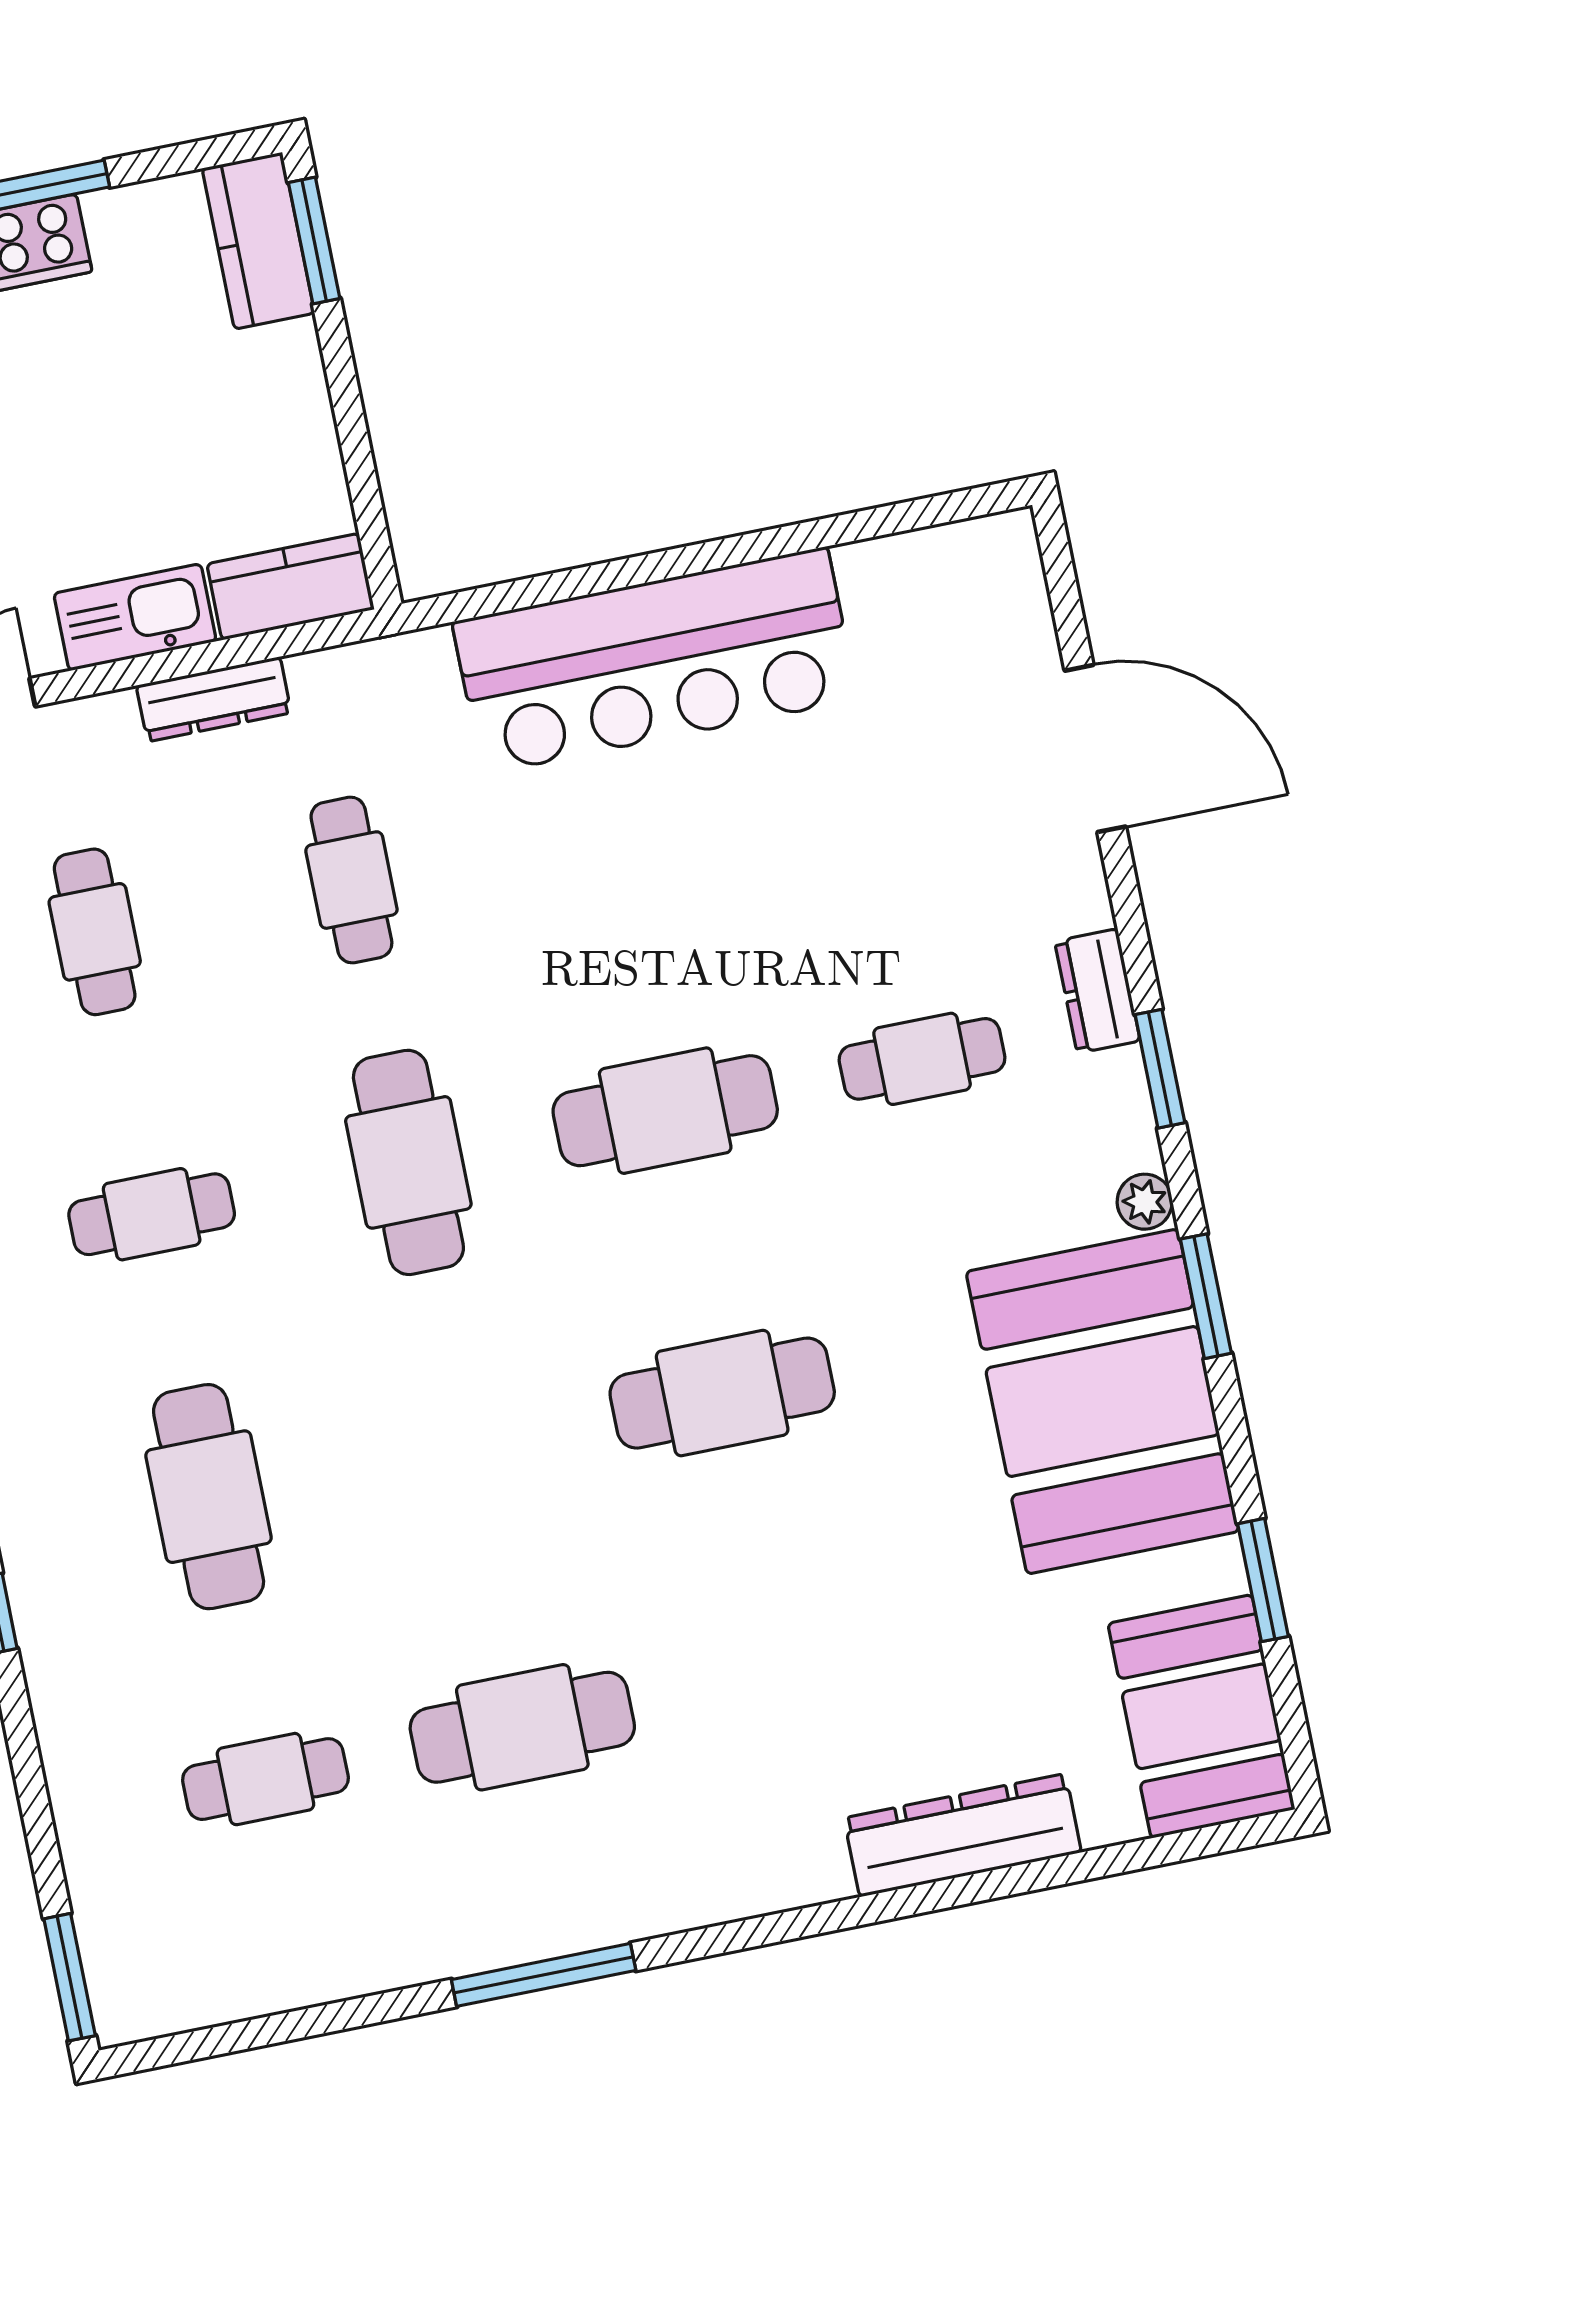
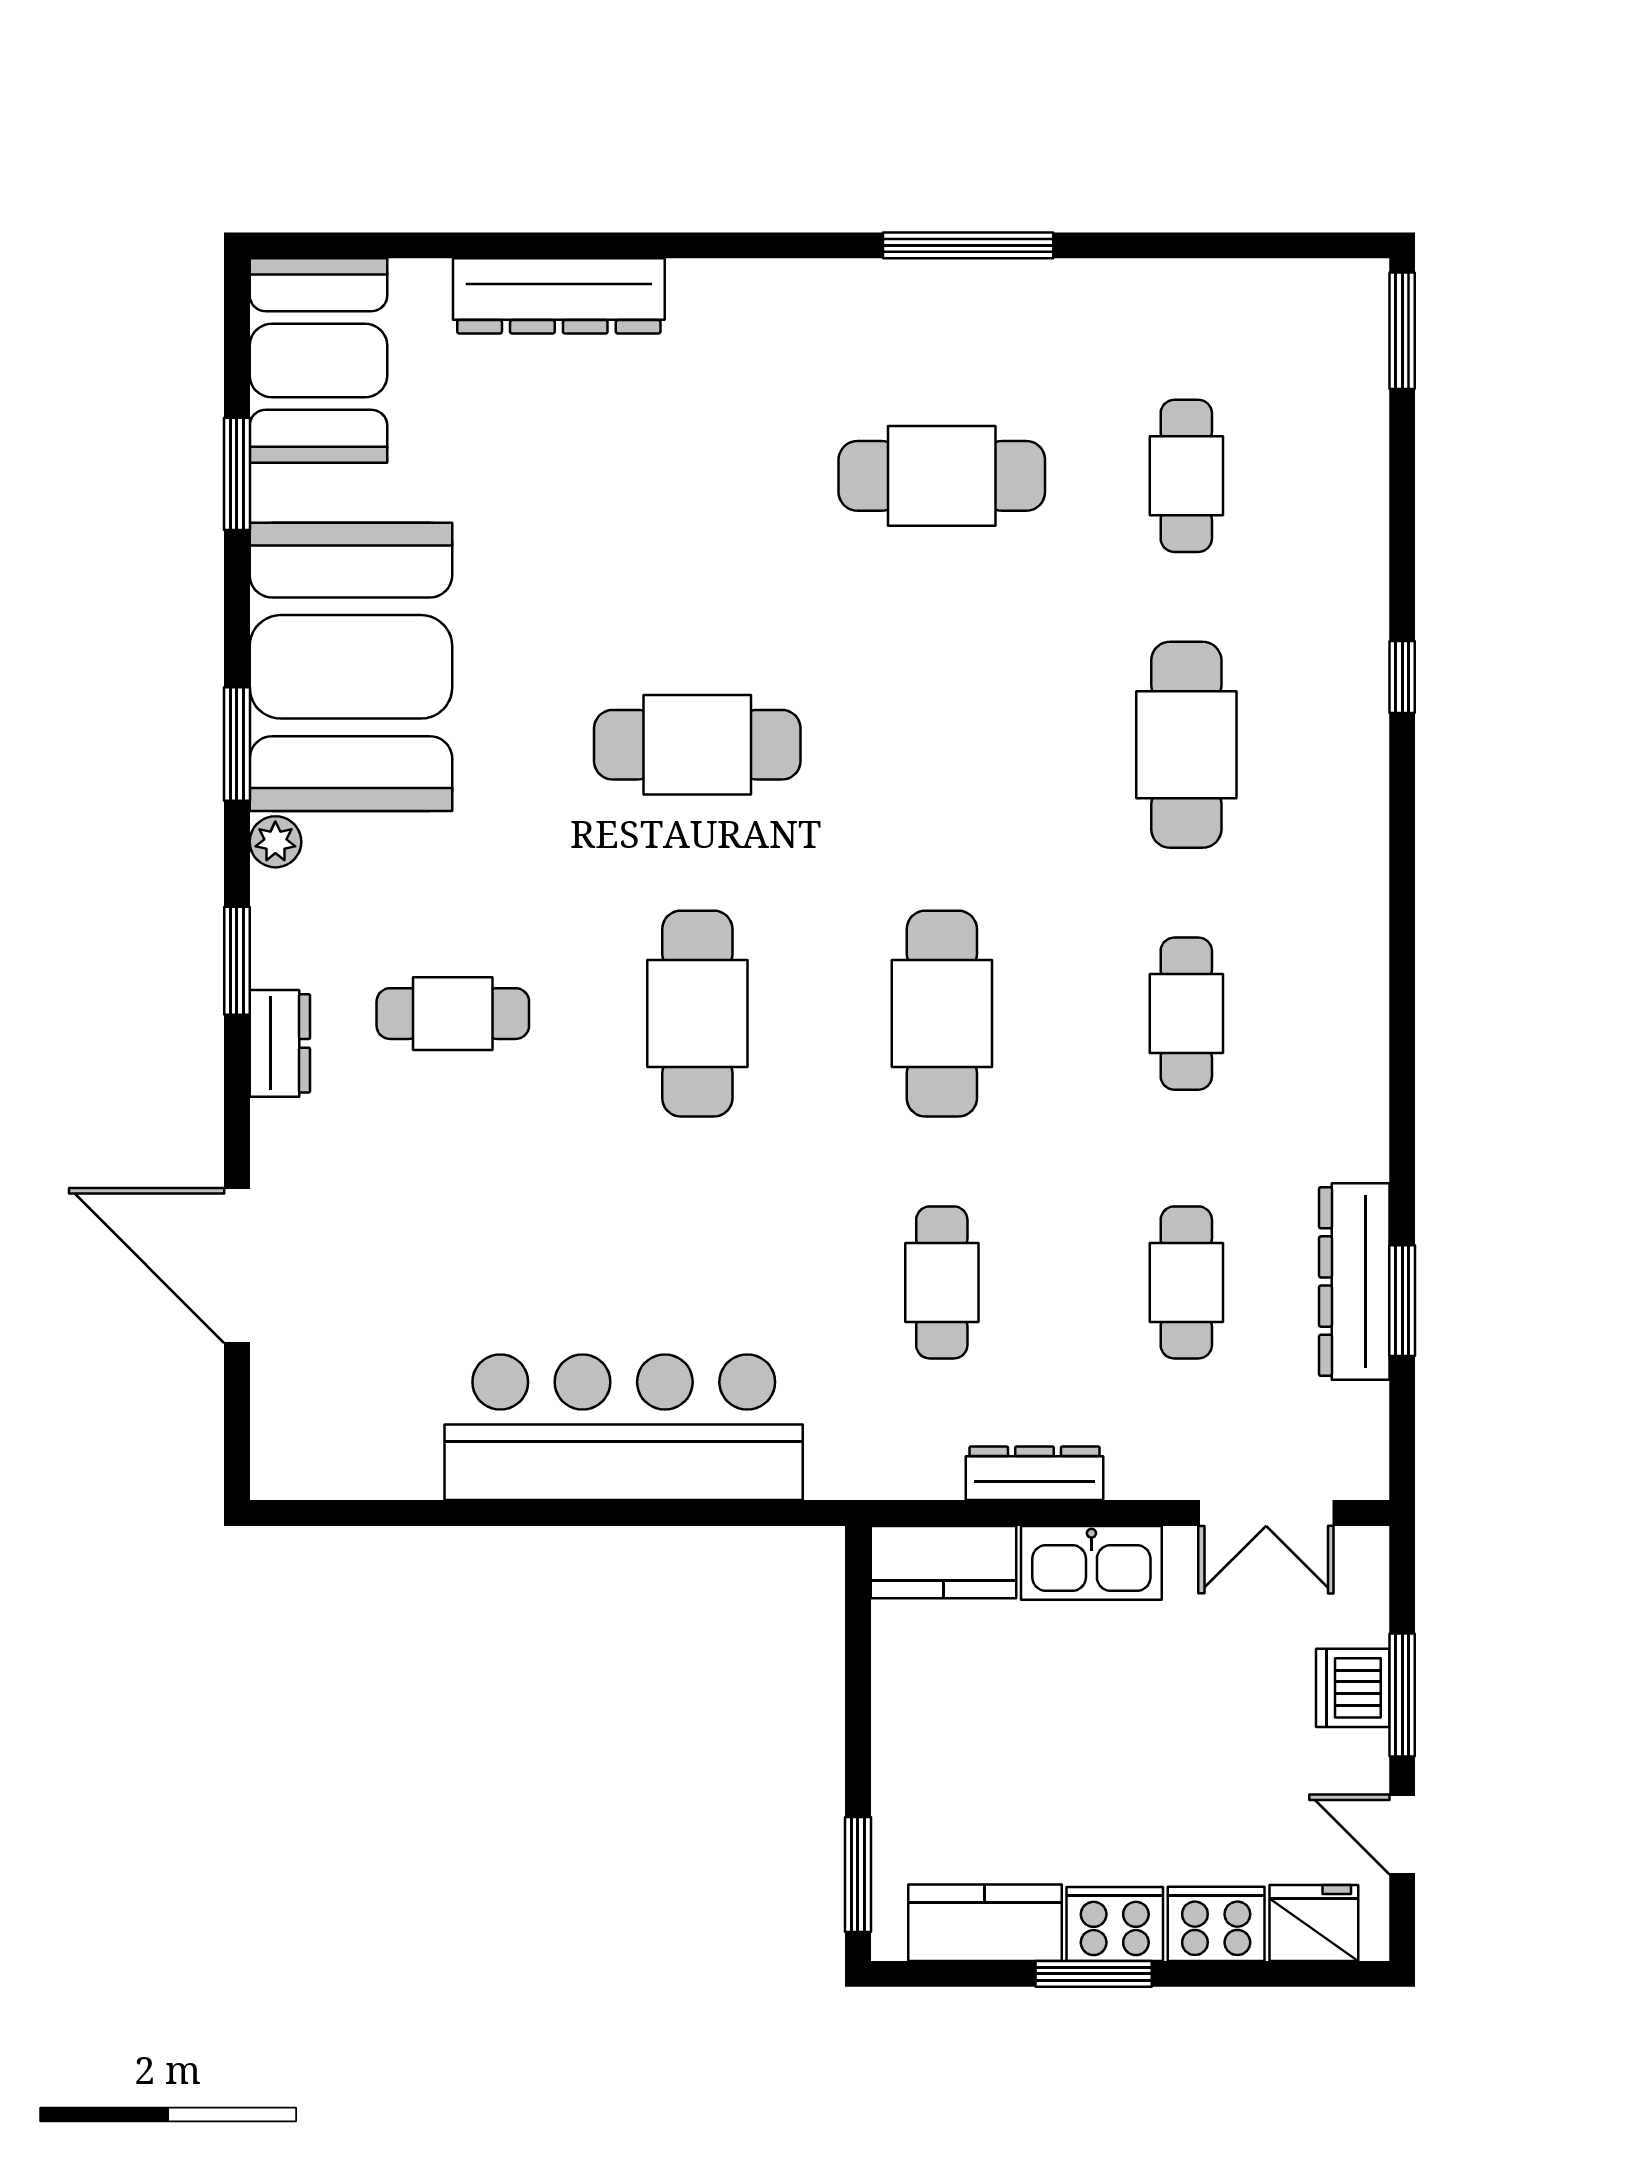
kitchen counter: (258, 241) -> (985, 1923), moved, turned -90
cafe table: (665, 1111) -> (697, 1014), turned 90
cafe table: (152, 1214) -> (1186, 1014), turned 90
cafe table: (265, 1779) -> (1186, 476), turned 90

